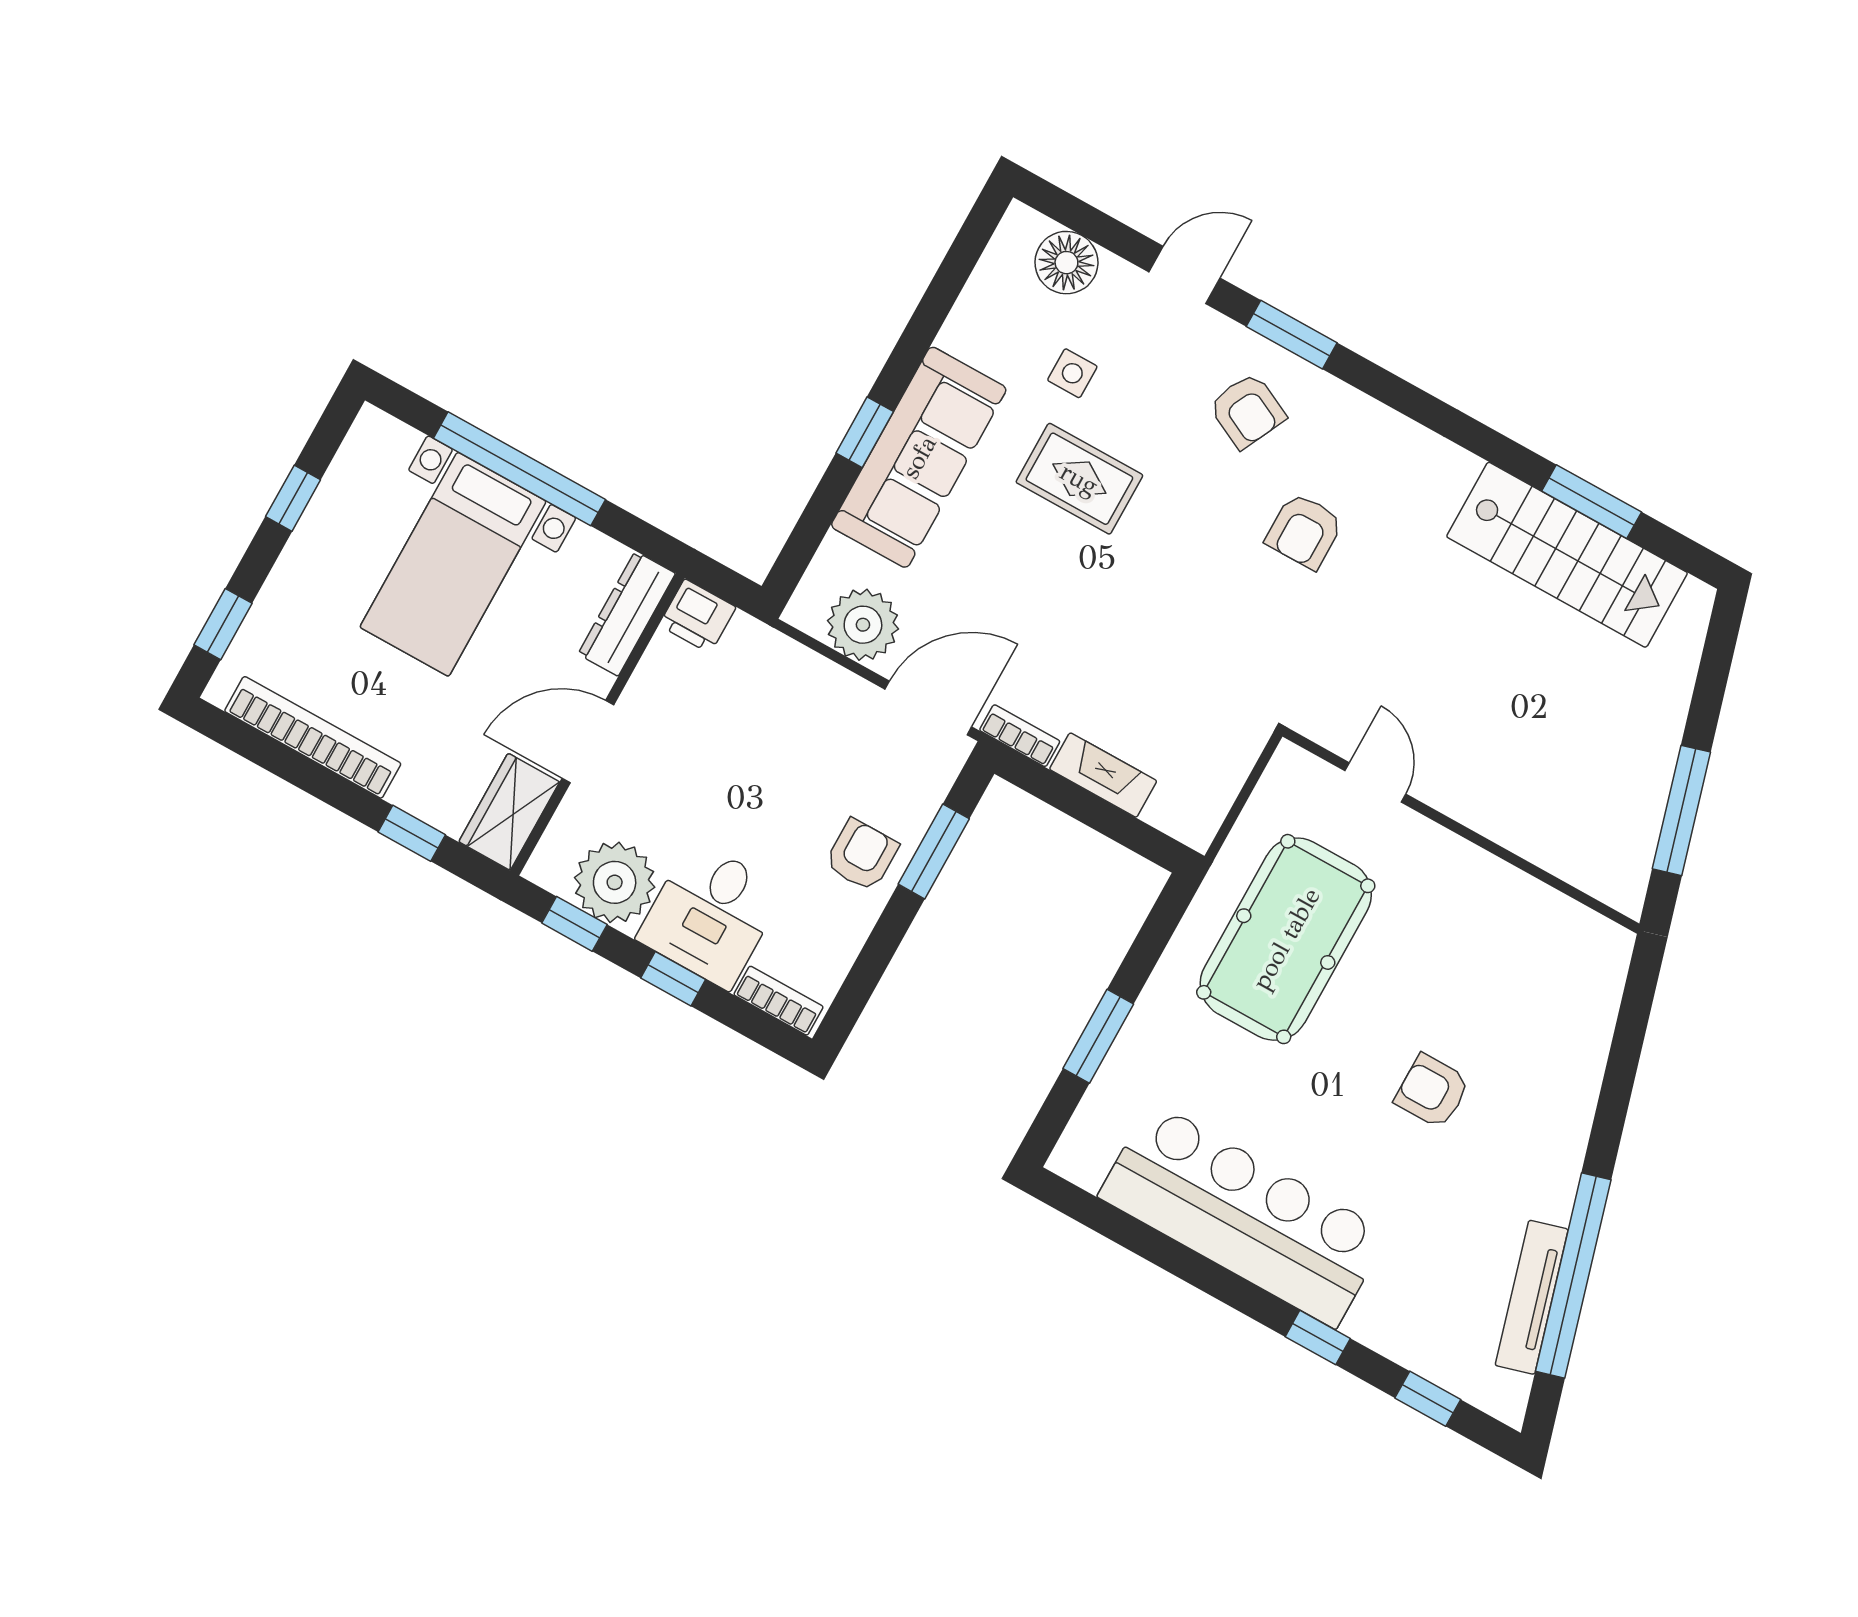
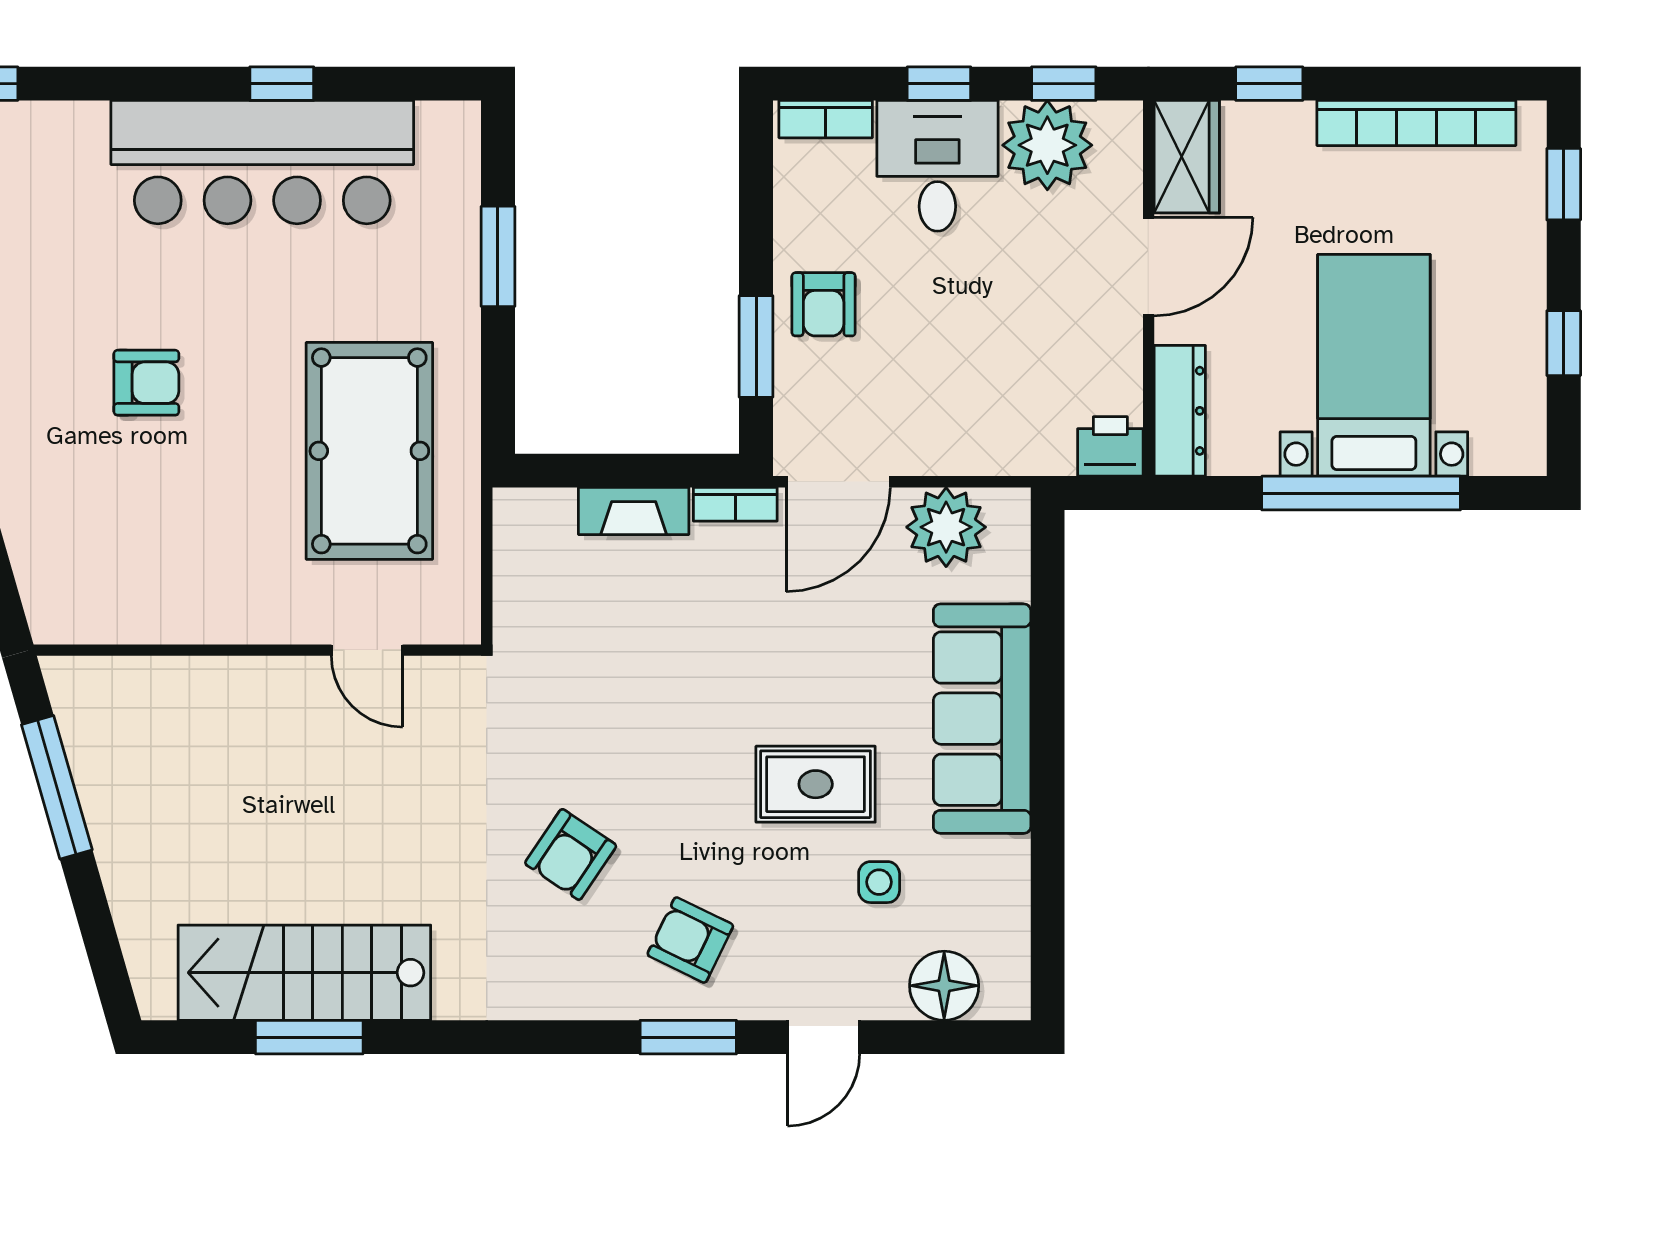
window: (865, 432) -> (1048, 714), removed
armchair: (1304, 531) -> (571, 854), turned -146
window: (1318, 1338) -> (282, 84), moved

